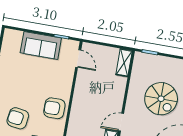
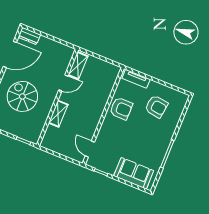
sofa: (41, 45) -> (134, 173), moved
shelving: (124, 63) -> (58, 114), moved

